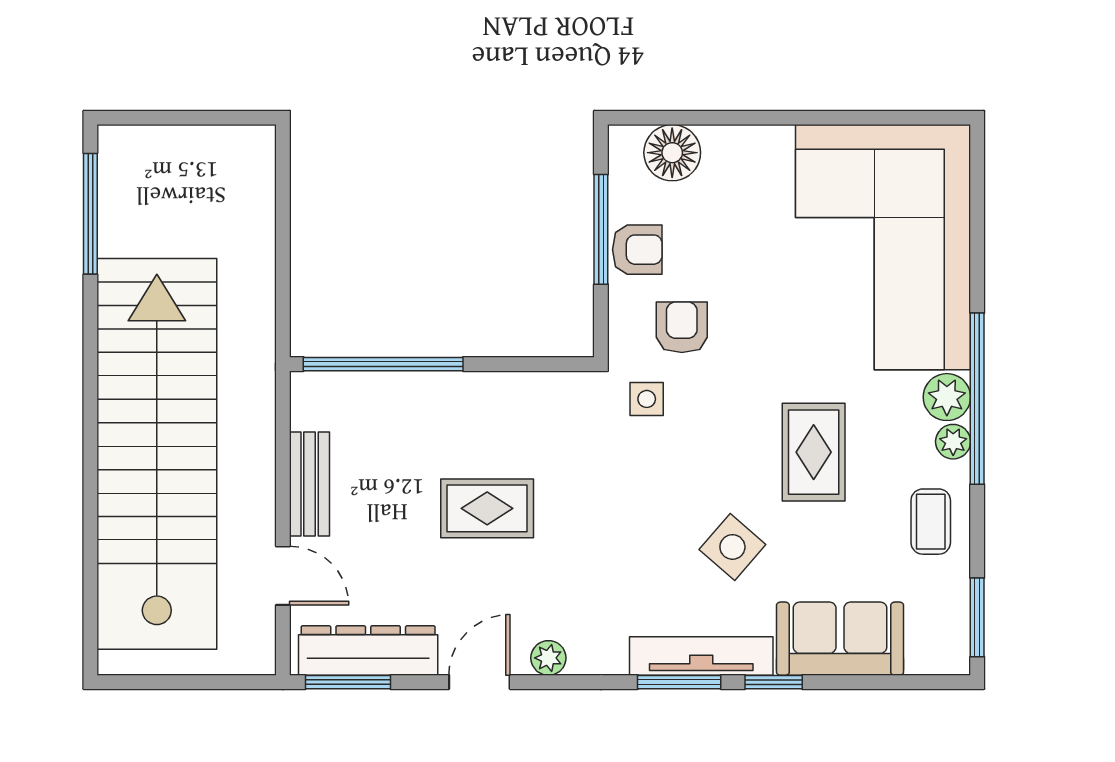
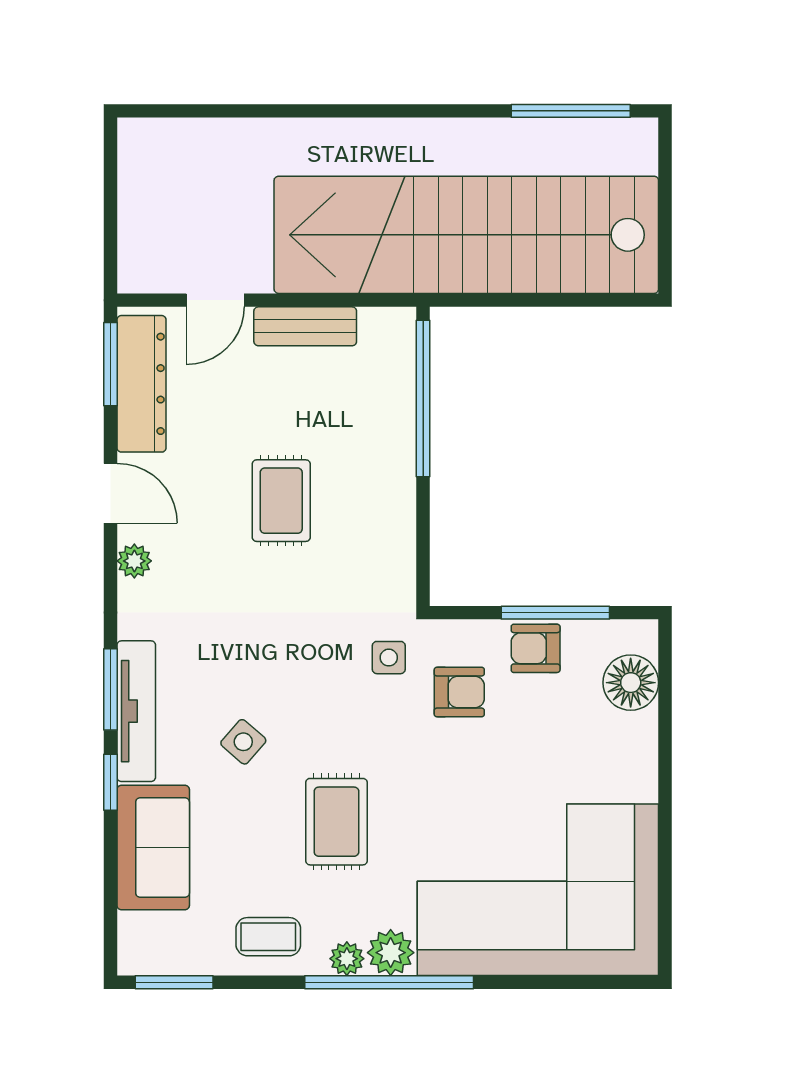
armchair: (637, 250) -> (536, 648), turned 90
rug: (814, 452) -> (336, 822), turned 90
stairs: (157, 454) -> (466, 235), moved, turned 180
side table: (732, 547) -> (243, 742), width x0.73, depth x0.73

